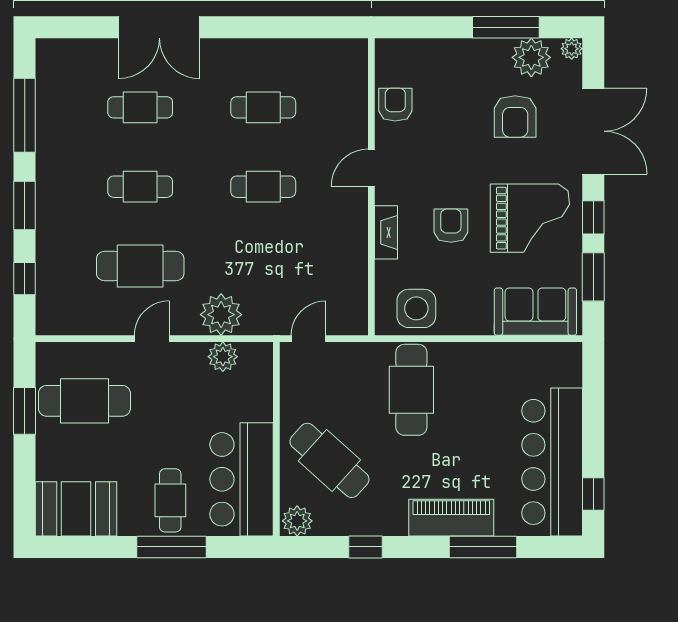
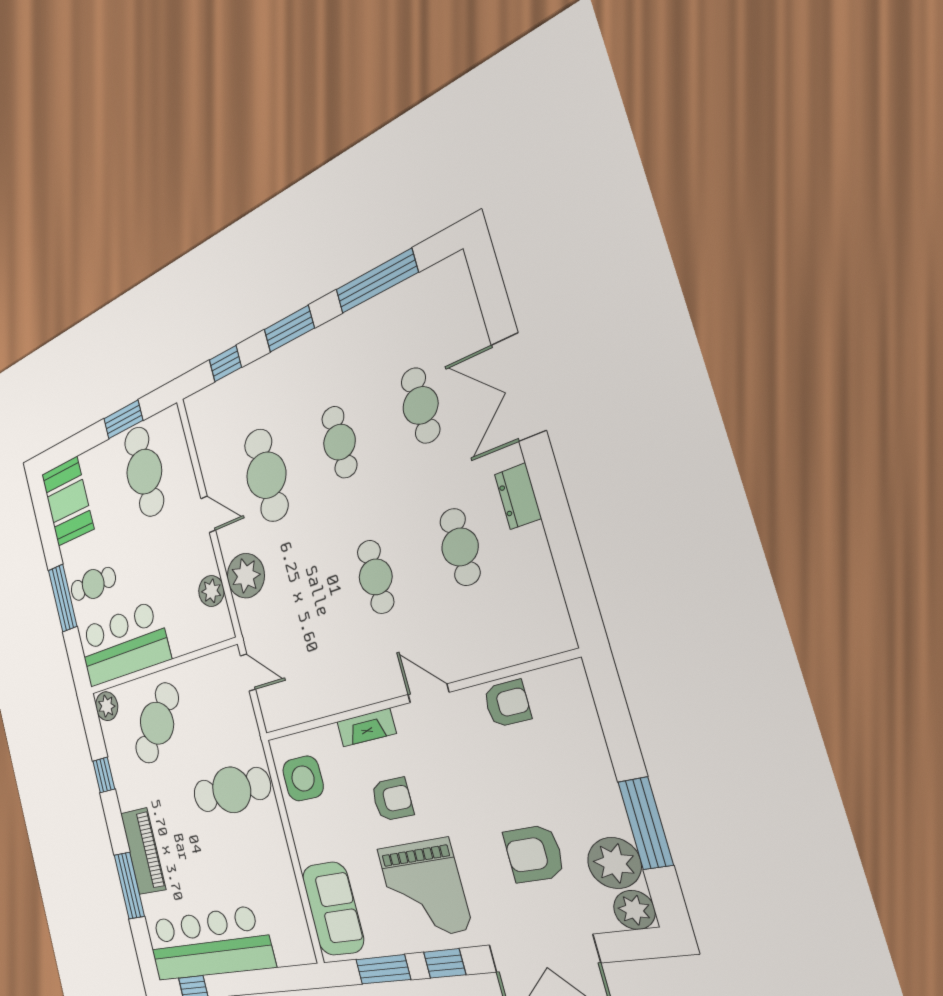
plant: (572, 49) -> (634, 910), width x1.38, depth x1.38
dresser: (241, 51) -> (518, 496), added

